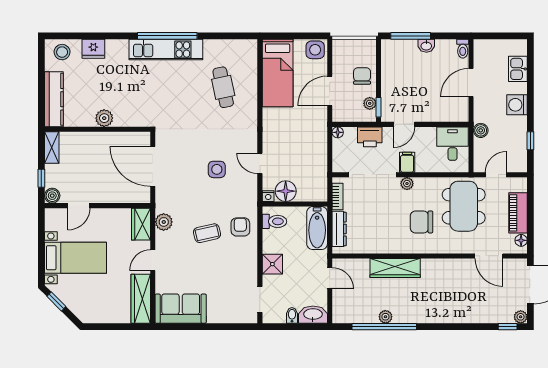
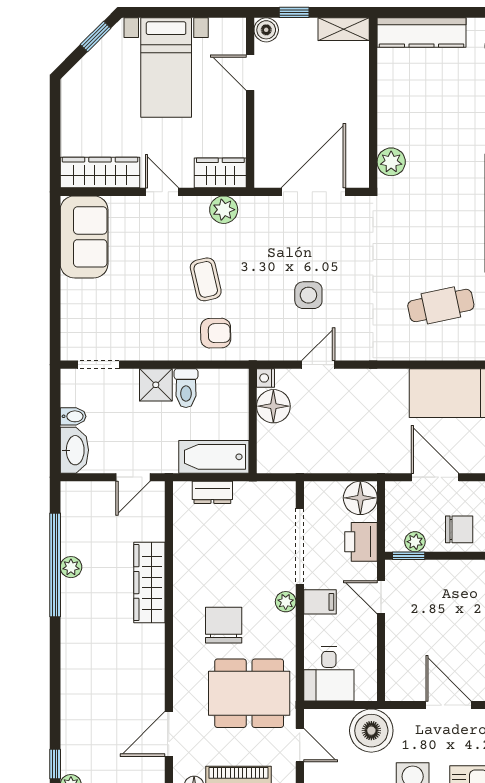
plant: (104, 118) -> (391, 162), moved
boiler: (481, 130) -> (371, 731), width x1.86, depth x1.86
floor lamp: (338, 132) -> (360, 498), width x1.89, depth x1.89
desk: (453, 144) -> (329, 674), moved, turned 90
bookcase: (338, 197) -> (265, 490), removed
toilet: (274, 221) -> (186, 388), moved
dresser: (339, 229) -> (212, 492), width x0.70

